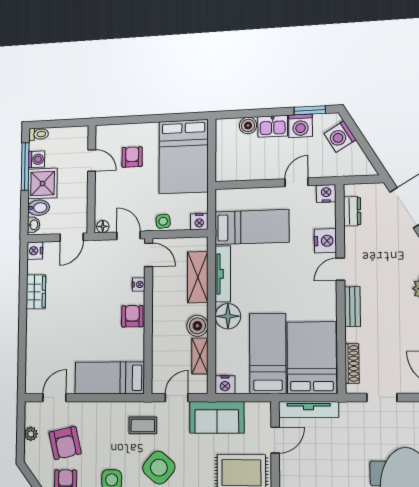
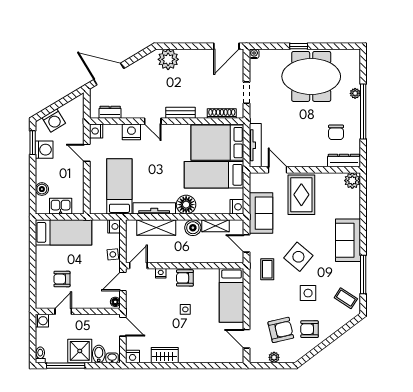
kitchen sink: (273, 126) -> (61, 206), moved, turned -90
bed: (184, 157) -> (63, 232), width x0.67
washing machine: (36, 159) -> (42, 321), moved, turned 90
side table: (92, 317) -> (185, 309), added

